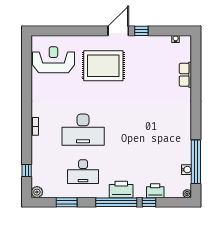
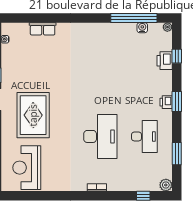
printer: (121, 190) -> (166, 102), width x0.53, depth x0.68
window: (116, 202) -> (177, 102), width x0.47
window: (149, 202) -> (177, 56), moved

